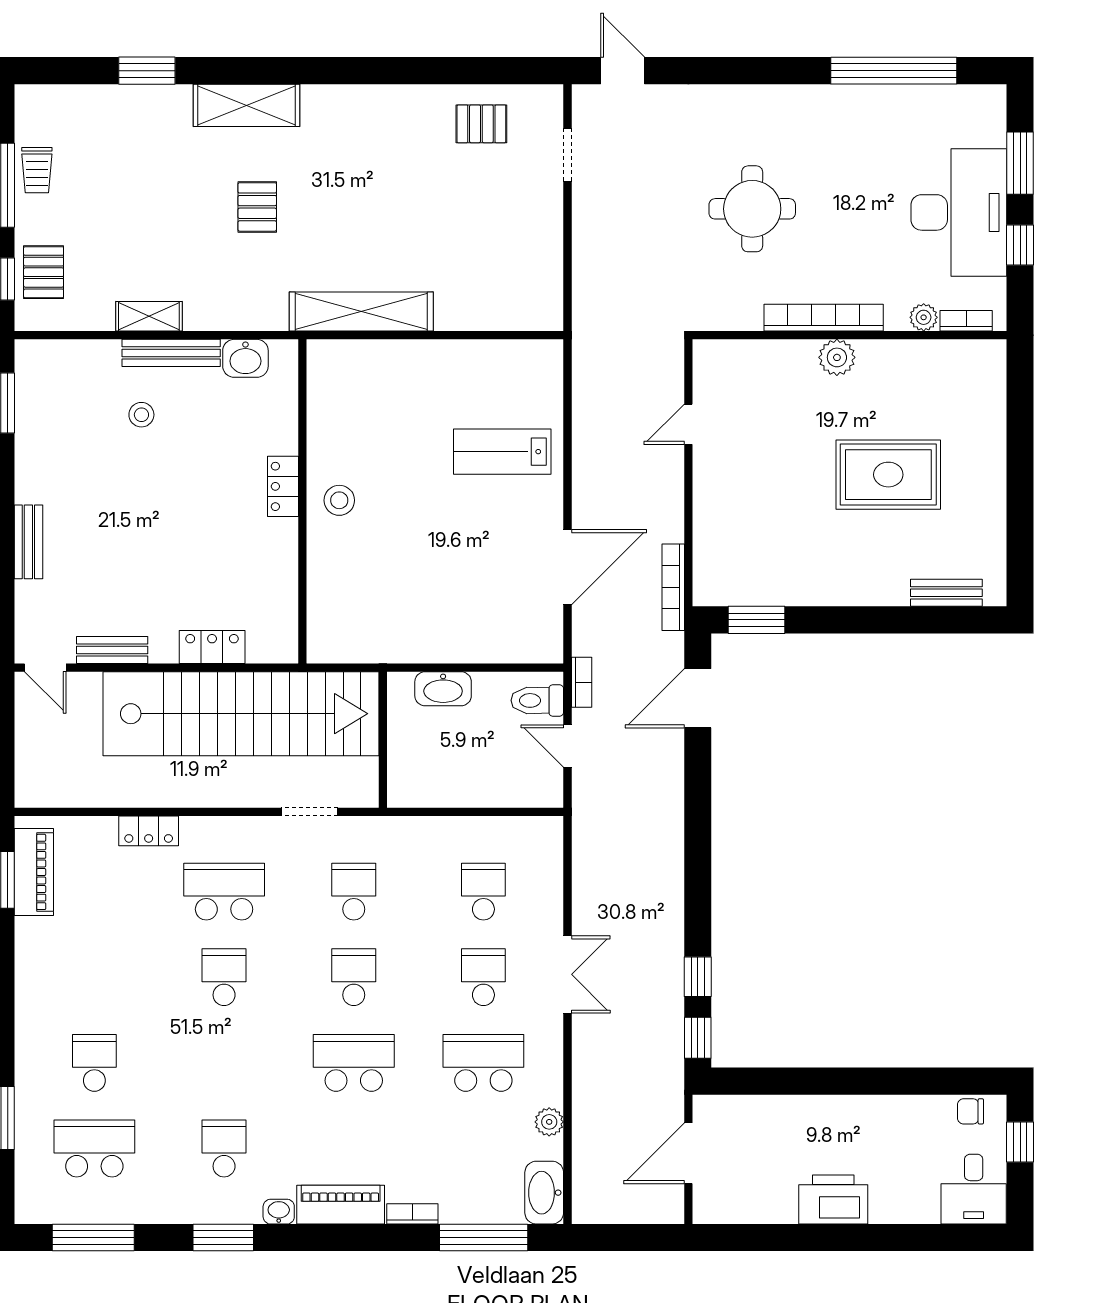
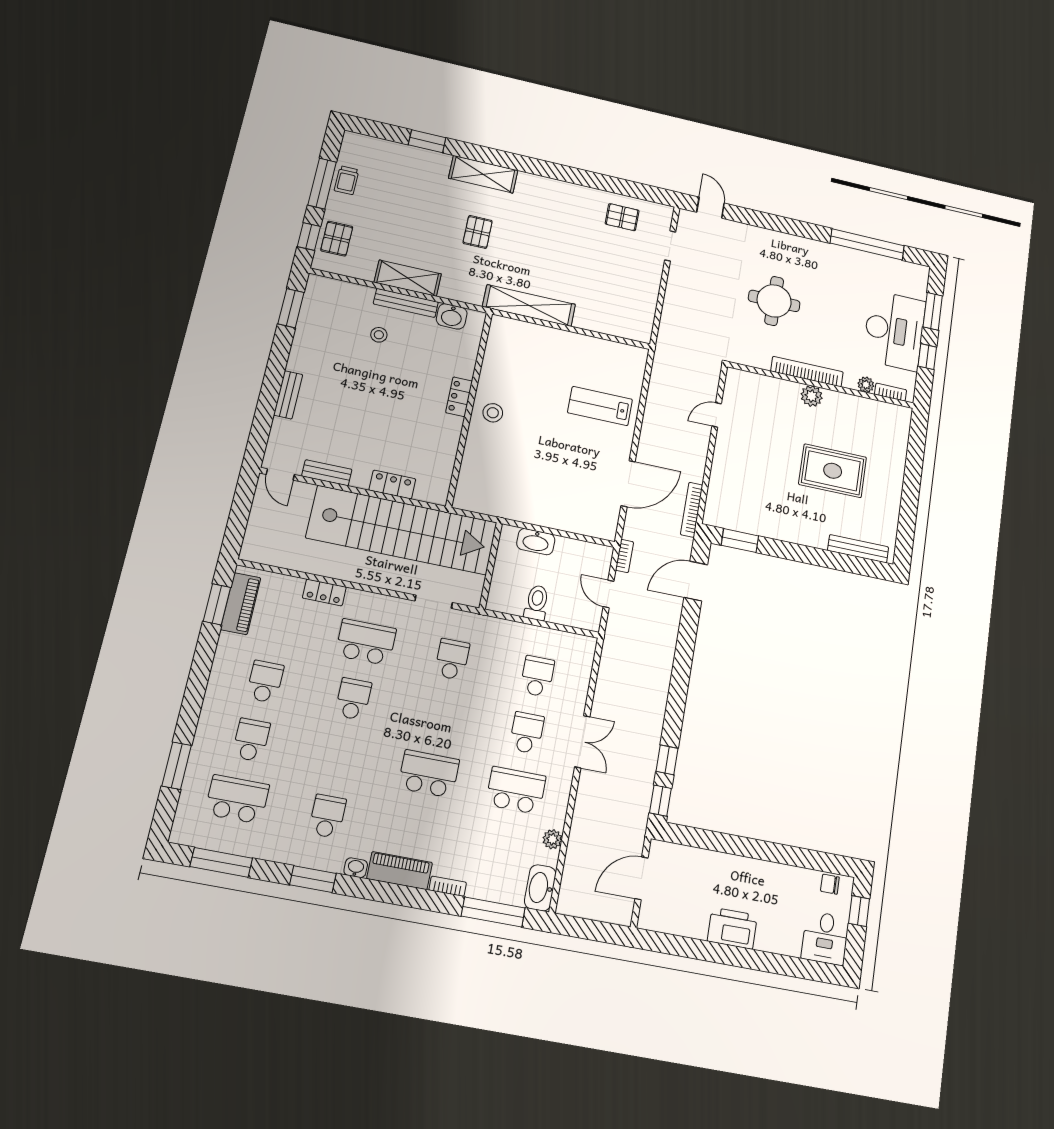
shelving: (149, 316) -> (408, 278), width x1.50, depth x1.33
bench: (946, 593) -> (858, 549), width x1.36
toilet: (537, 700) -> (537, 603), moved, turned 90
school desk: (354, 977) -> (265, 682), moved

